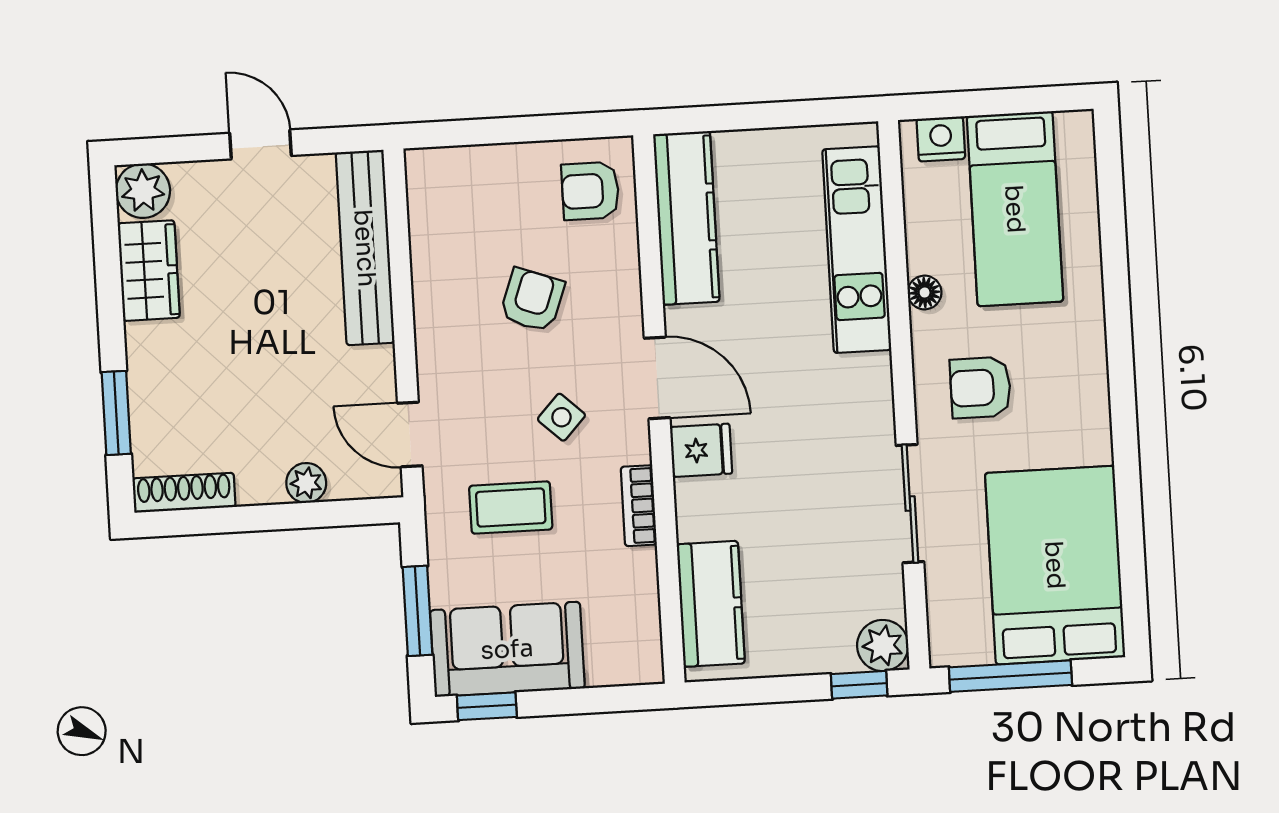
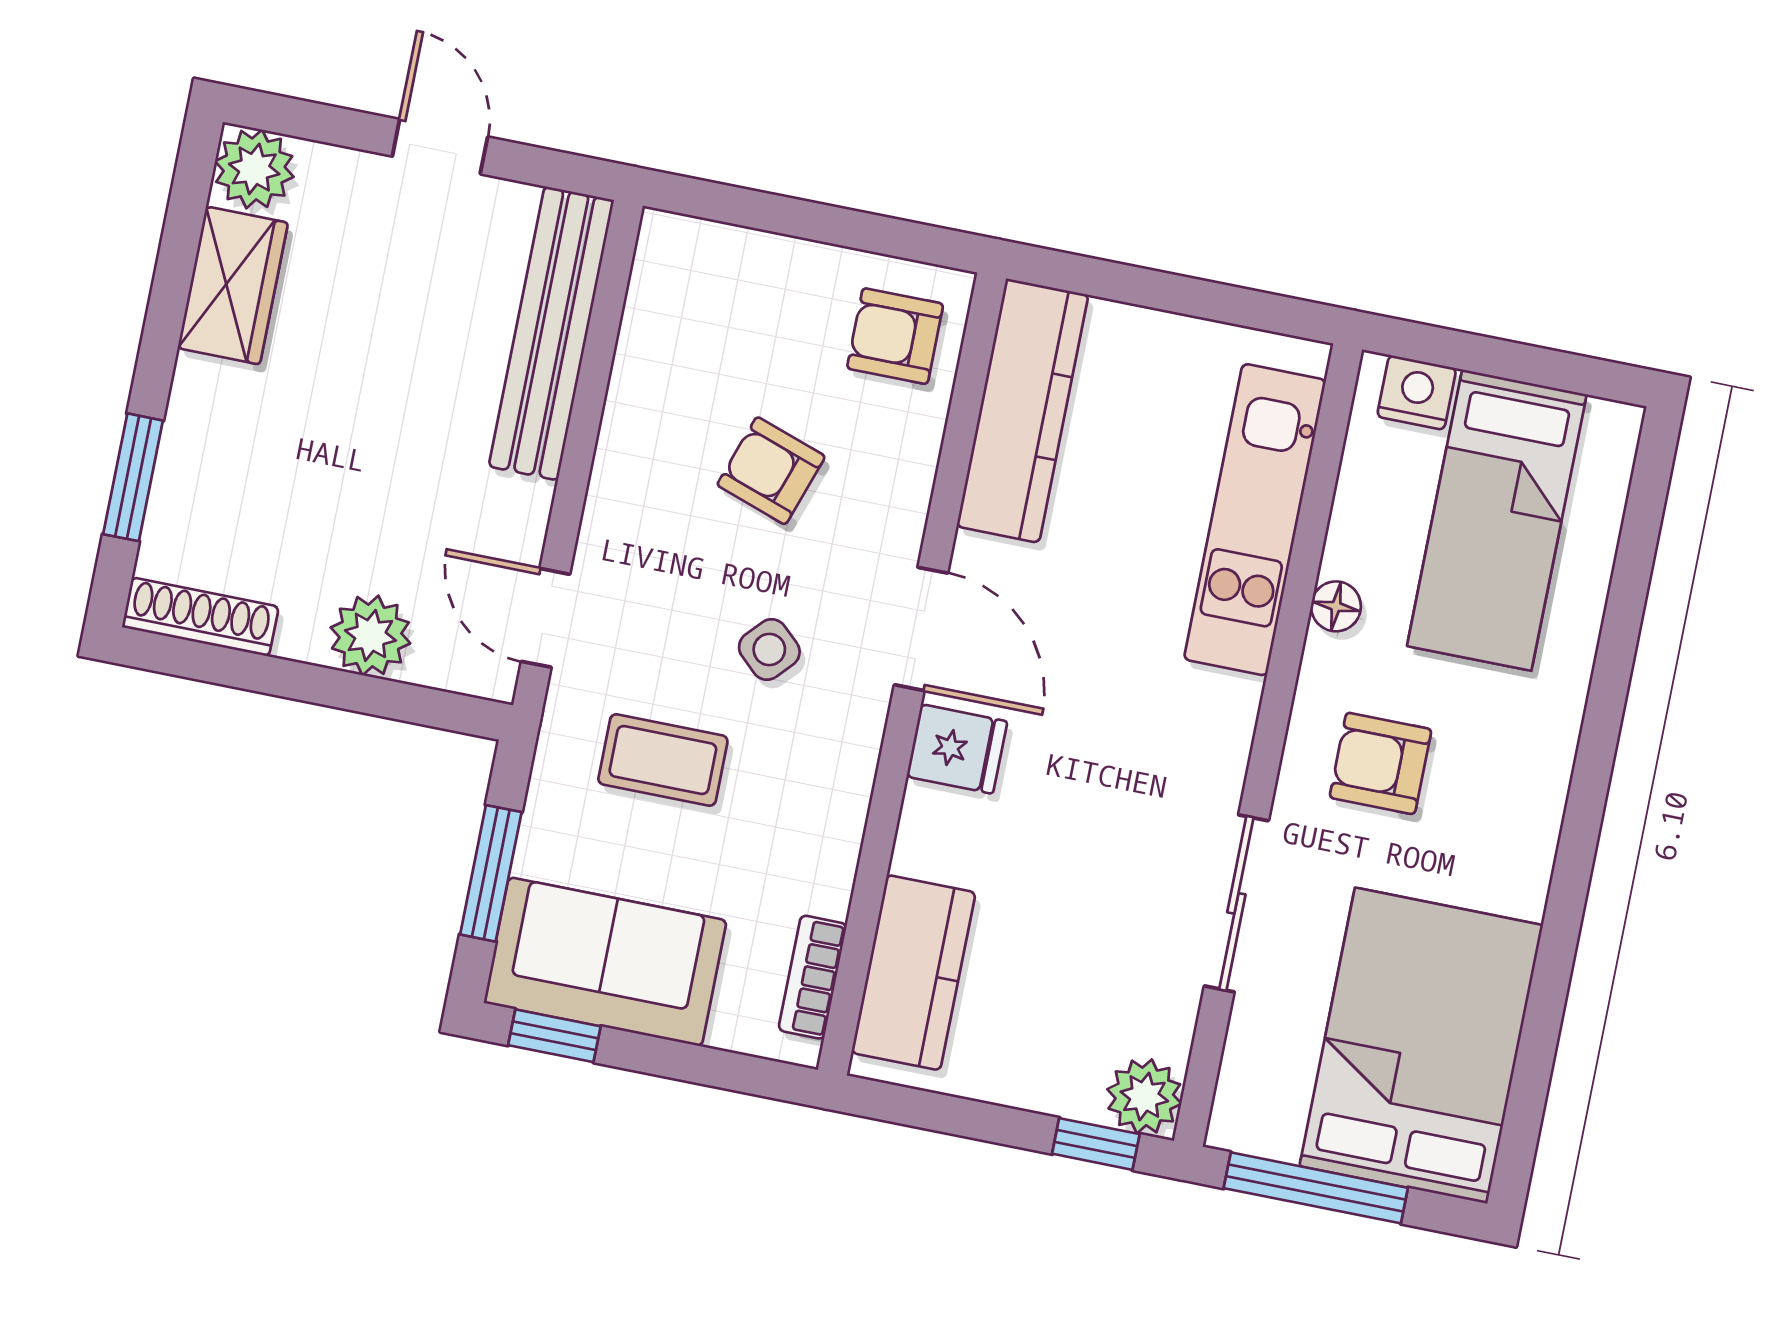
armchair: (532, 300) -> (771, 471), turned -91
plant: (306, 483) -> (370, 635), width x1.38, depth x1.38
bookcase: (639, 506) -> (813, 977), moved

